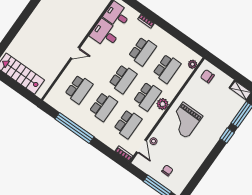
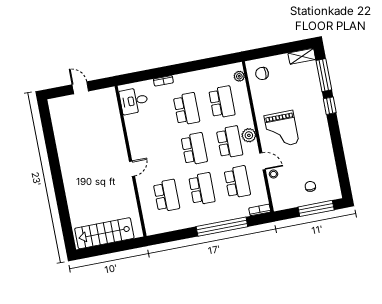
desk: (105, 34) -> (140, 127), removed
window: (74, 128) -> (222, 227), moved
door: (141, 146) -> (263, 161), moved

